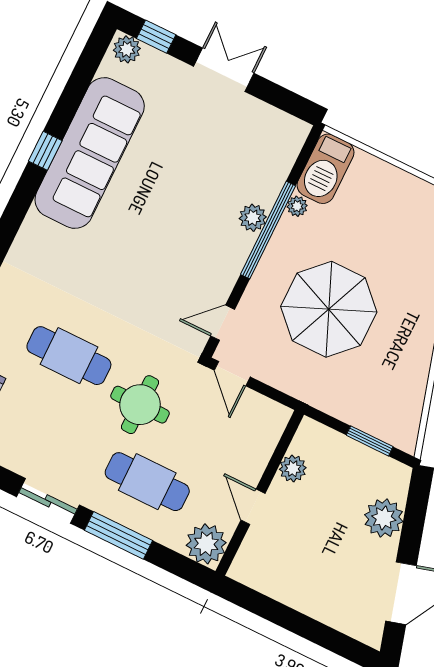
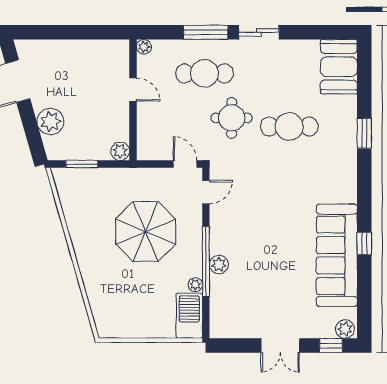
plant: (293, 469) -> (120, 151), moved
plant: (206, 544) -> (144, 47), width x0.53, depth x0.53

